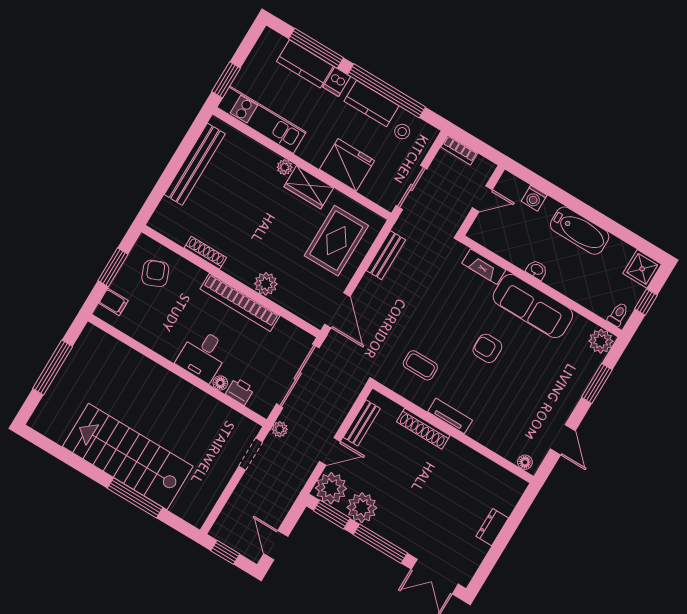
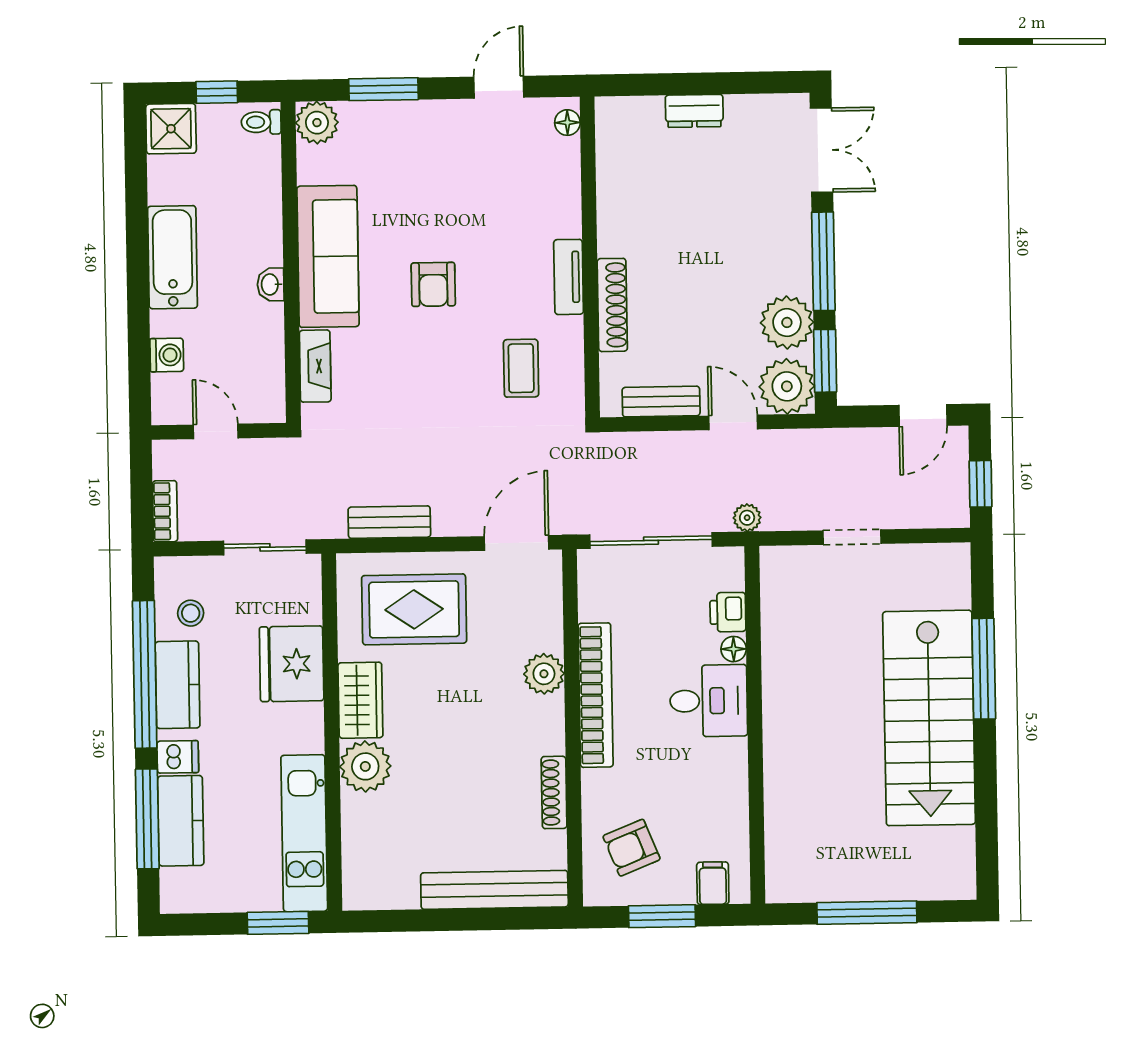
bench: (195, 164) -> (494, 890), moved
plant: (285, 167) -> (365, 766), width x1.87, depth x1.87
doorway: (251, 454) -> (852, 537), moved

